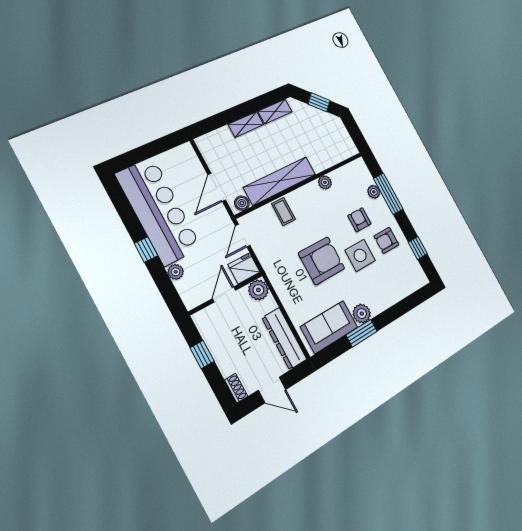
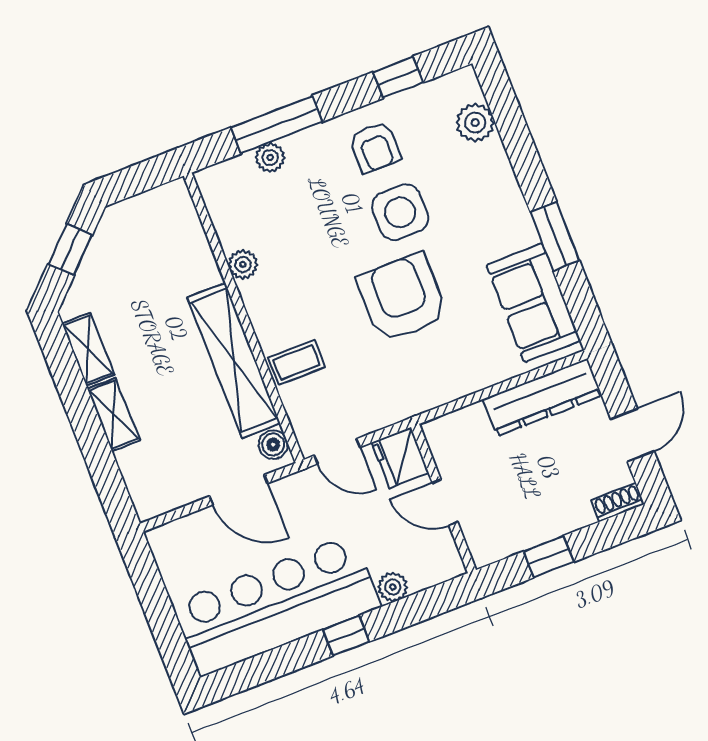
armchair: (359, 220) -> (326, 201), removed
plant: (258, 290) -> (444, 435), removed
plant: (362, 314) -> (475, 123), moved

